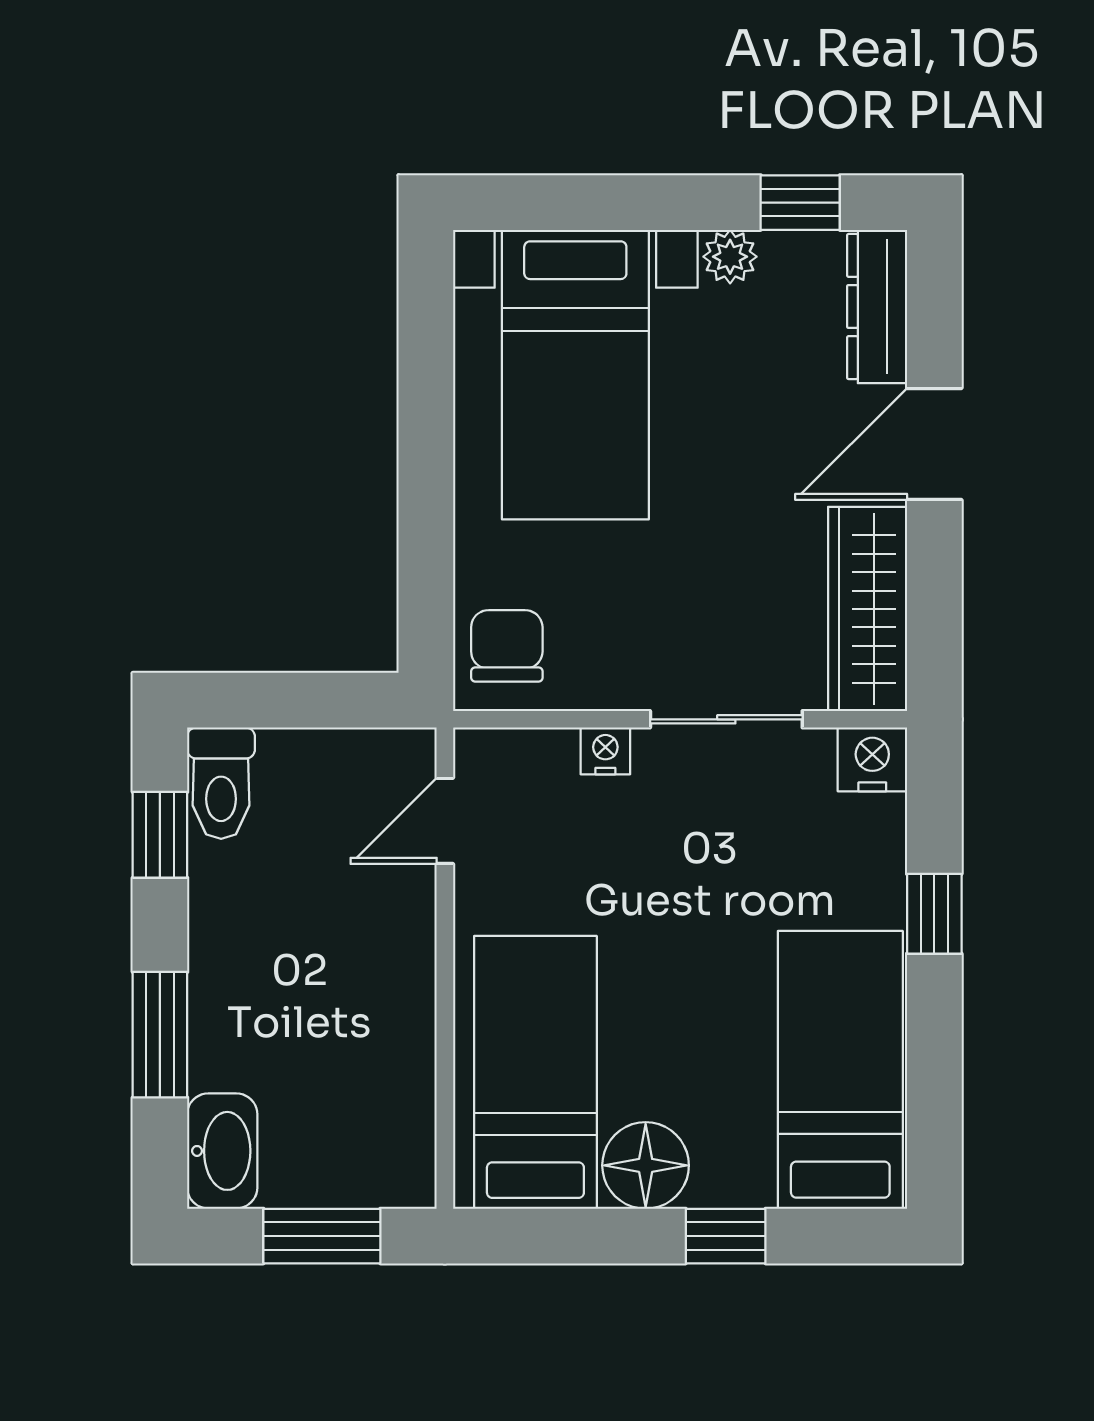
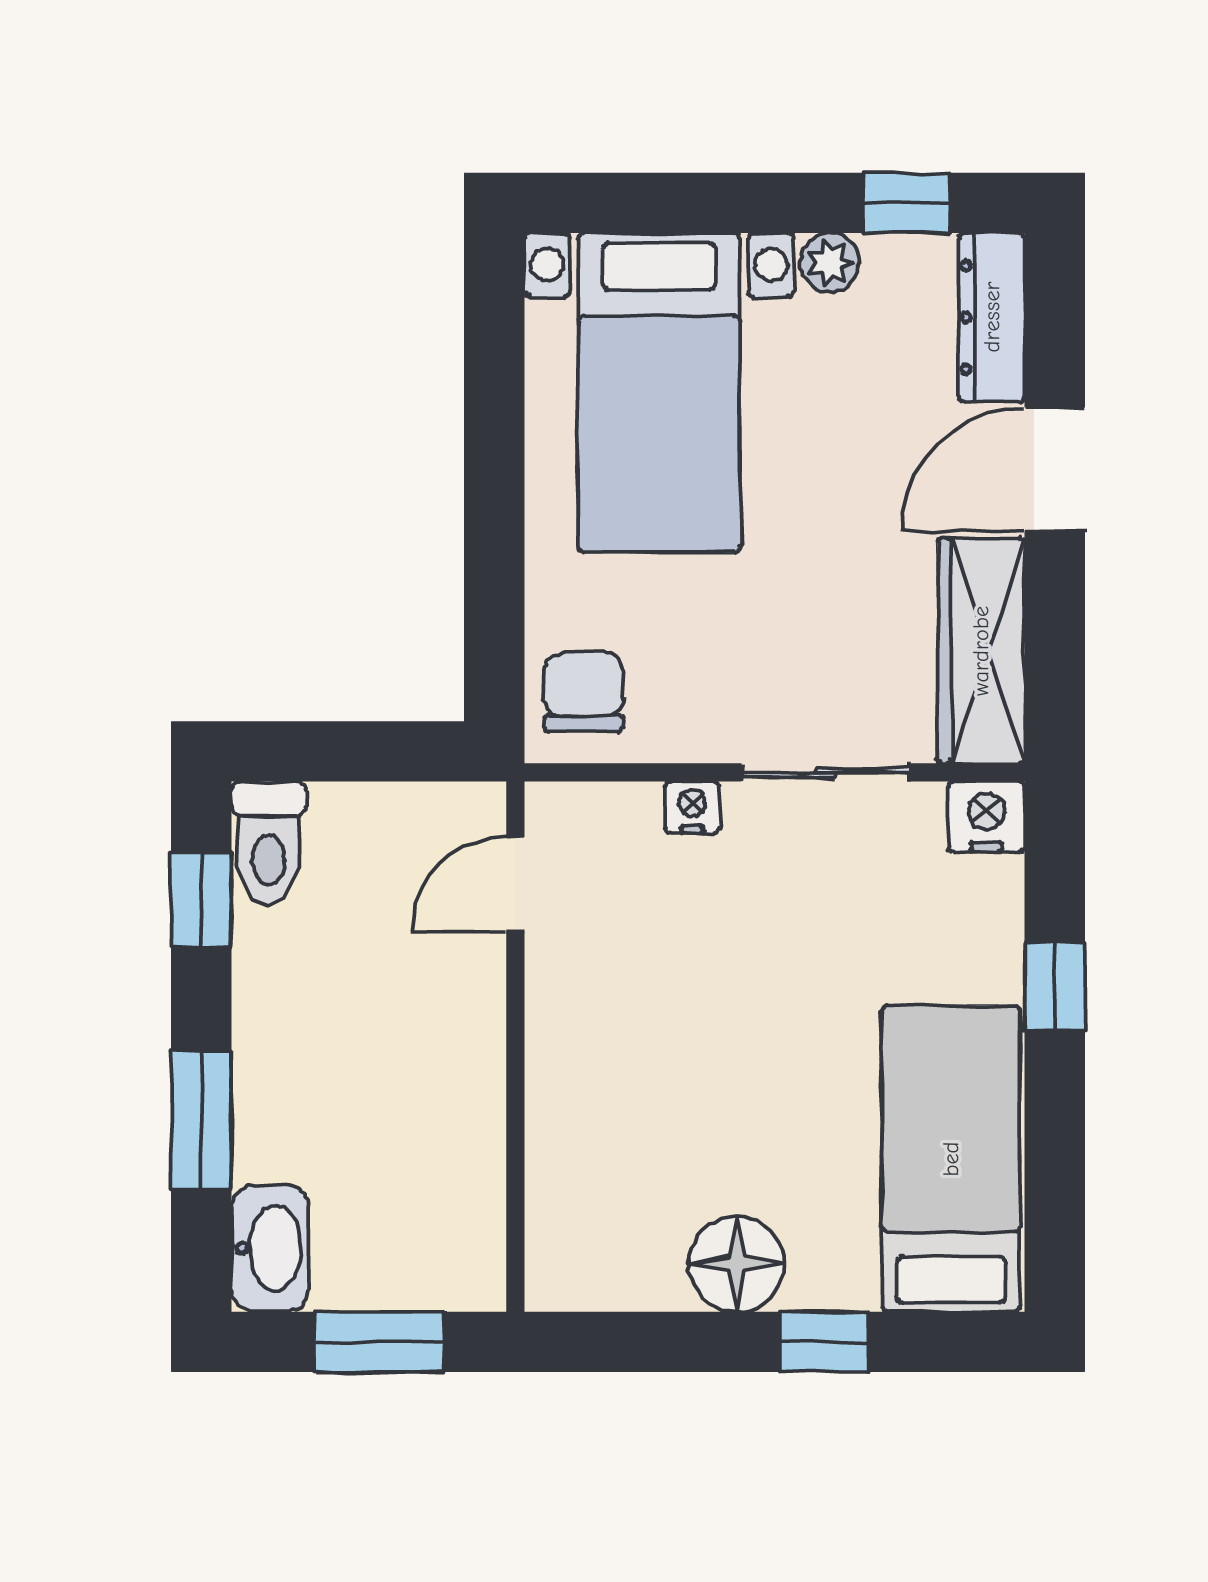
bed: (535, 1072) -> (615, 1162), removed

